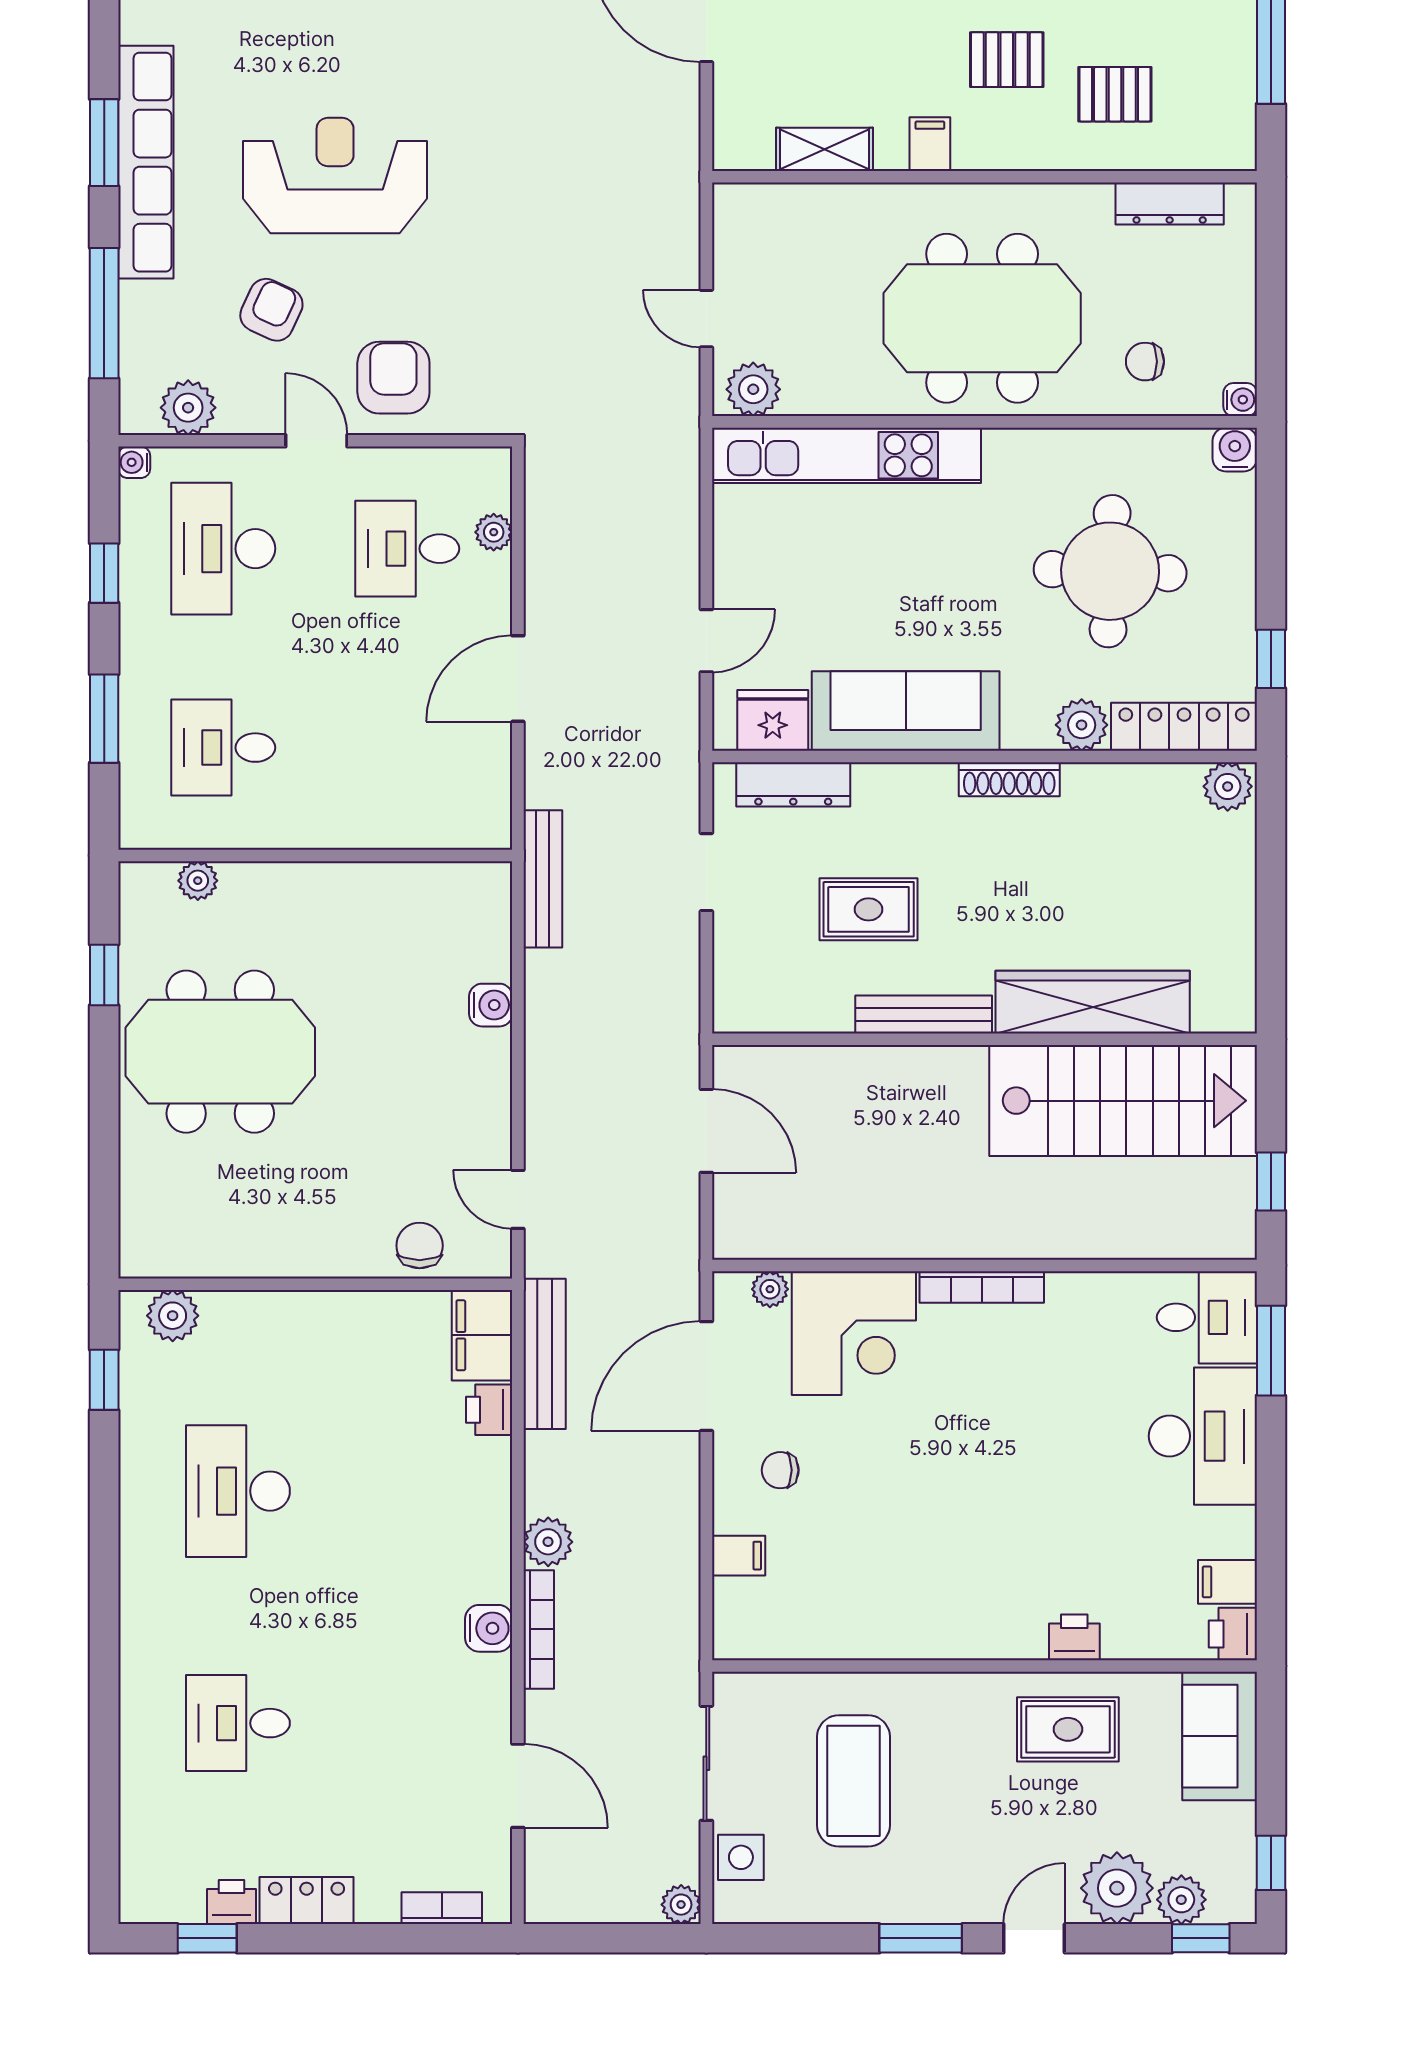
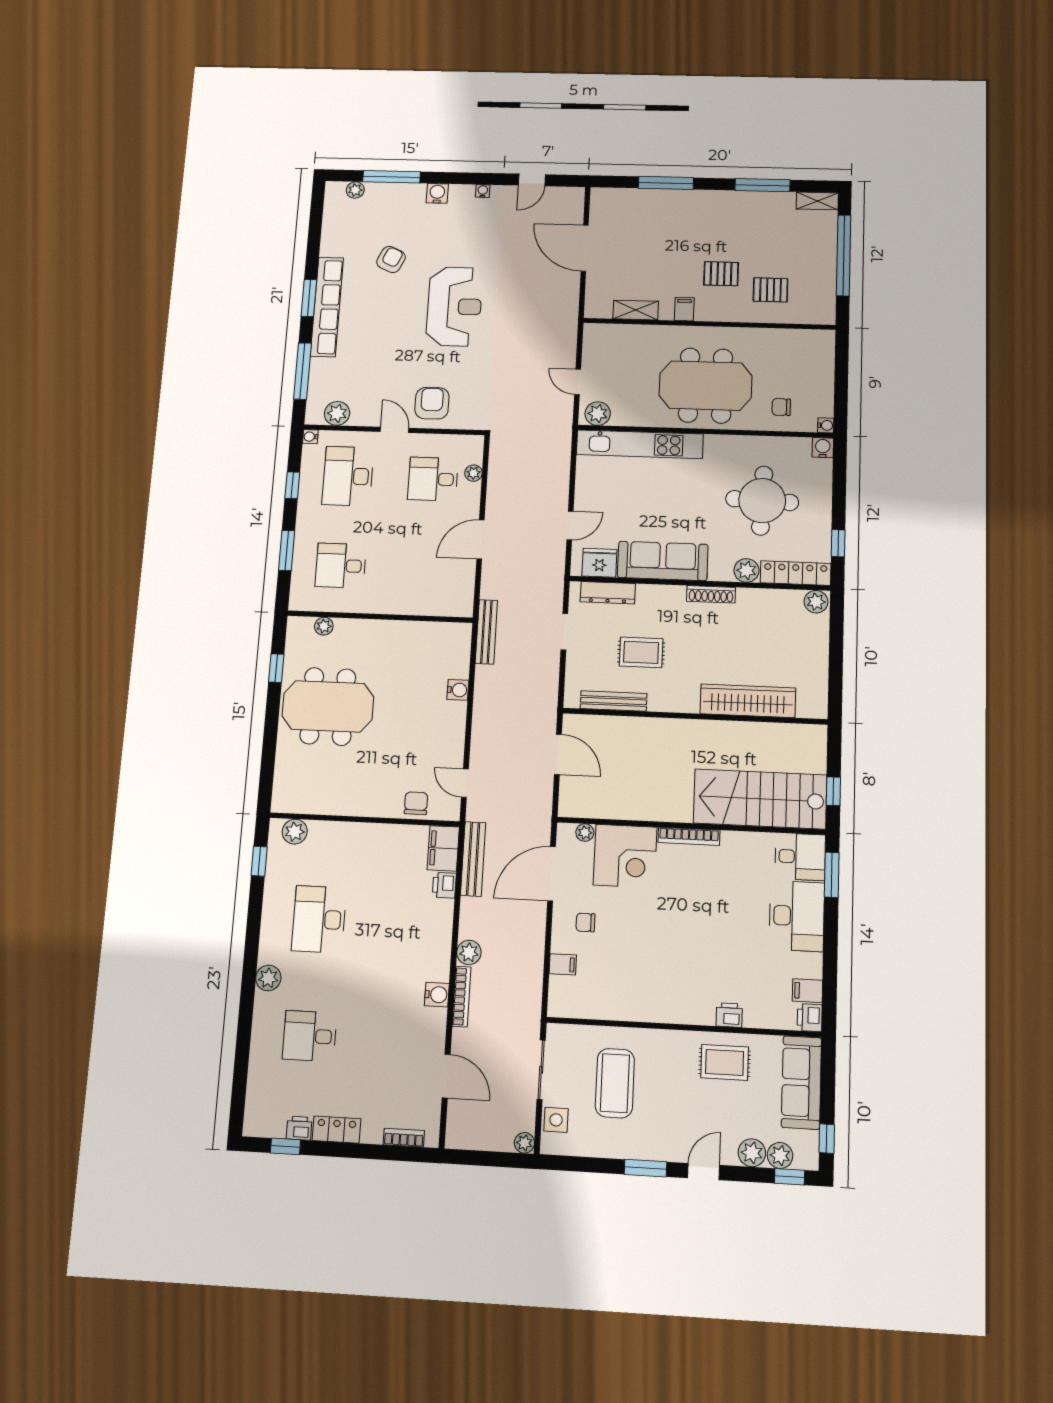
reception desk: (335, 176) -> (454, 306), moved, turned 90
dresser: (1170, 204) -> (795, 338), removed
armchair: (271, 310) -> (391, 260), moved
bench: (924, 1014) -> (614, 701), moved
stairs: (1123, 1101) -> (760, 799), moved, turned 180
plant: (144, 1613) -> (268, 978), added
sofa: (1220, 1736) -> (801, 1082), width x1.36
plant: (1117, 1888) -> (752, 1153), width x0.73, depth x0.73

